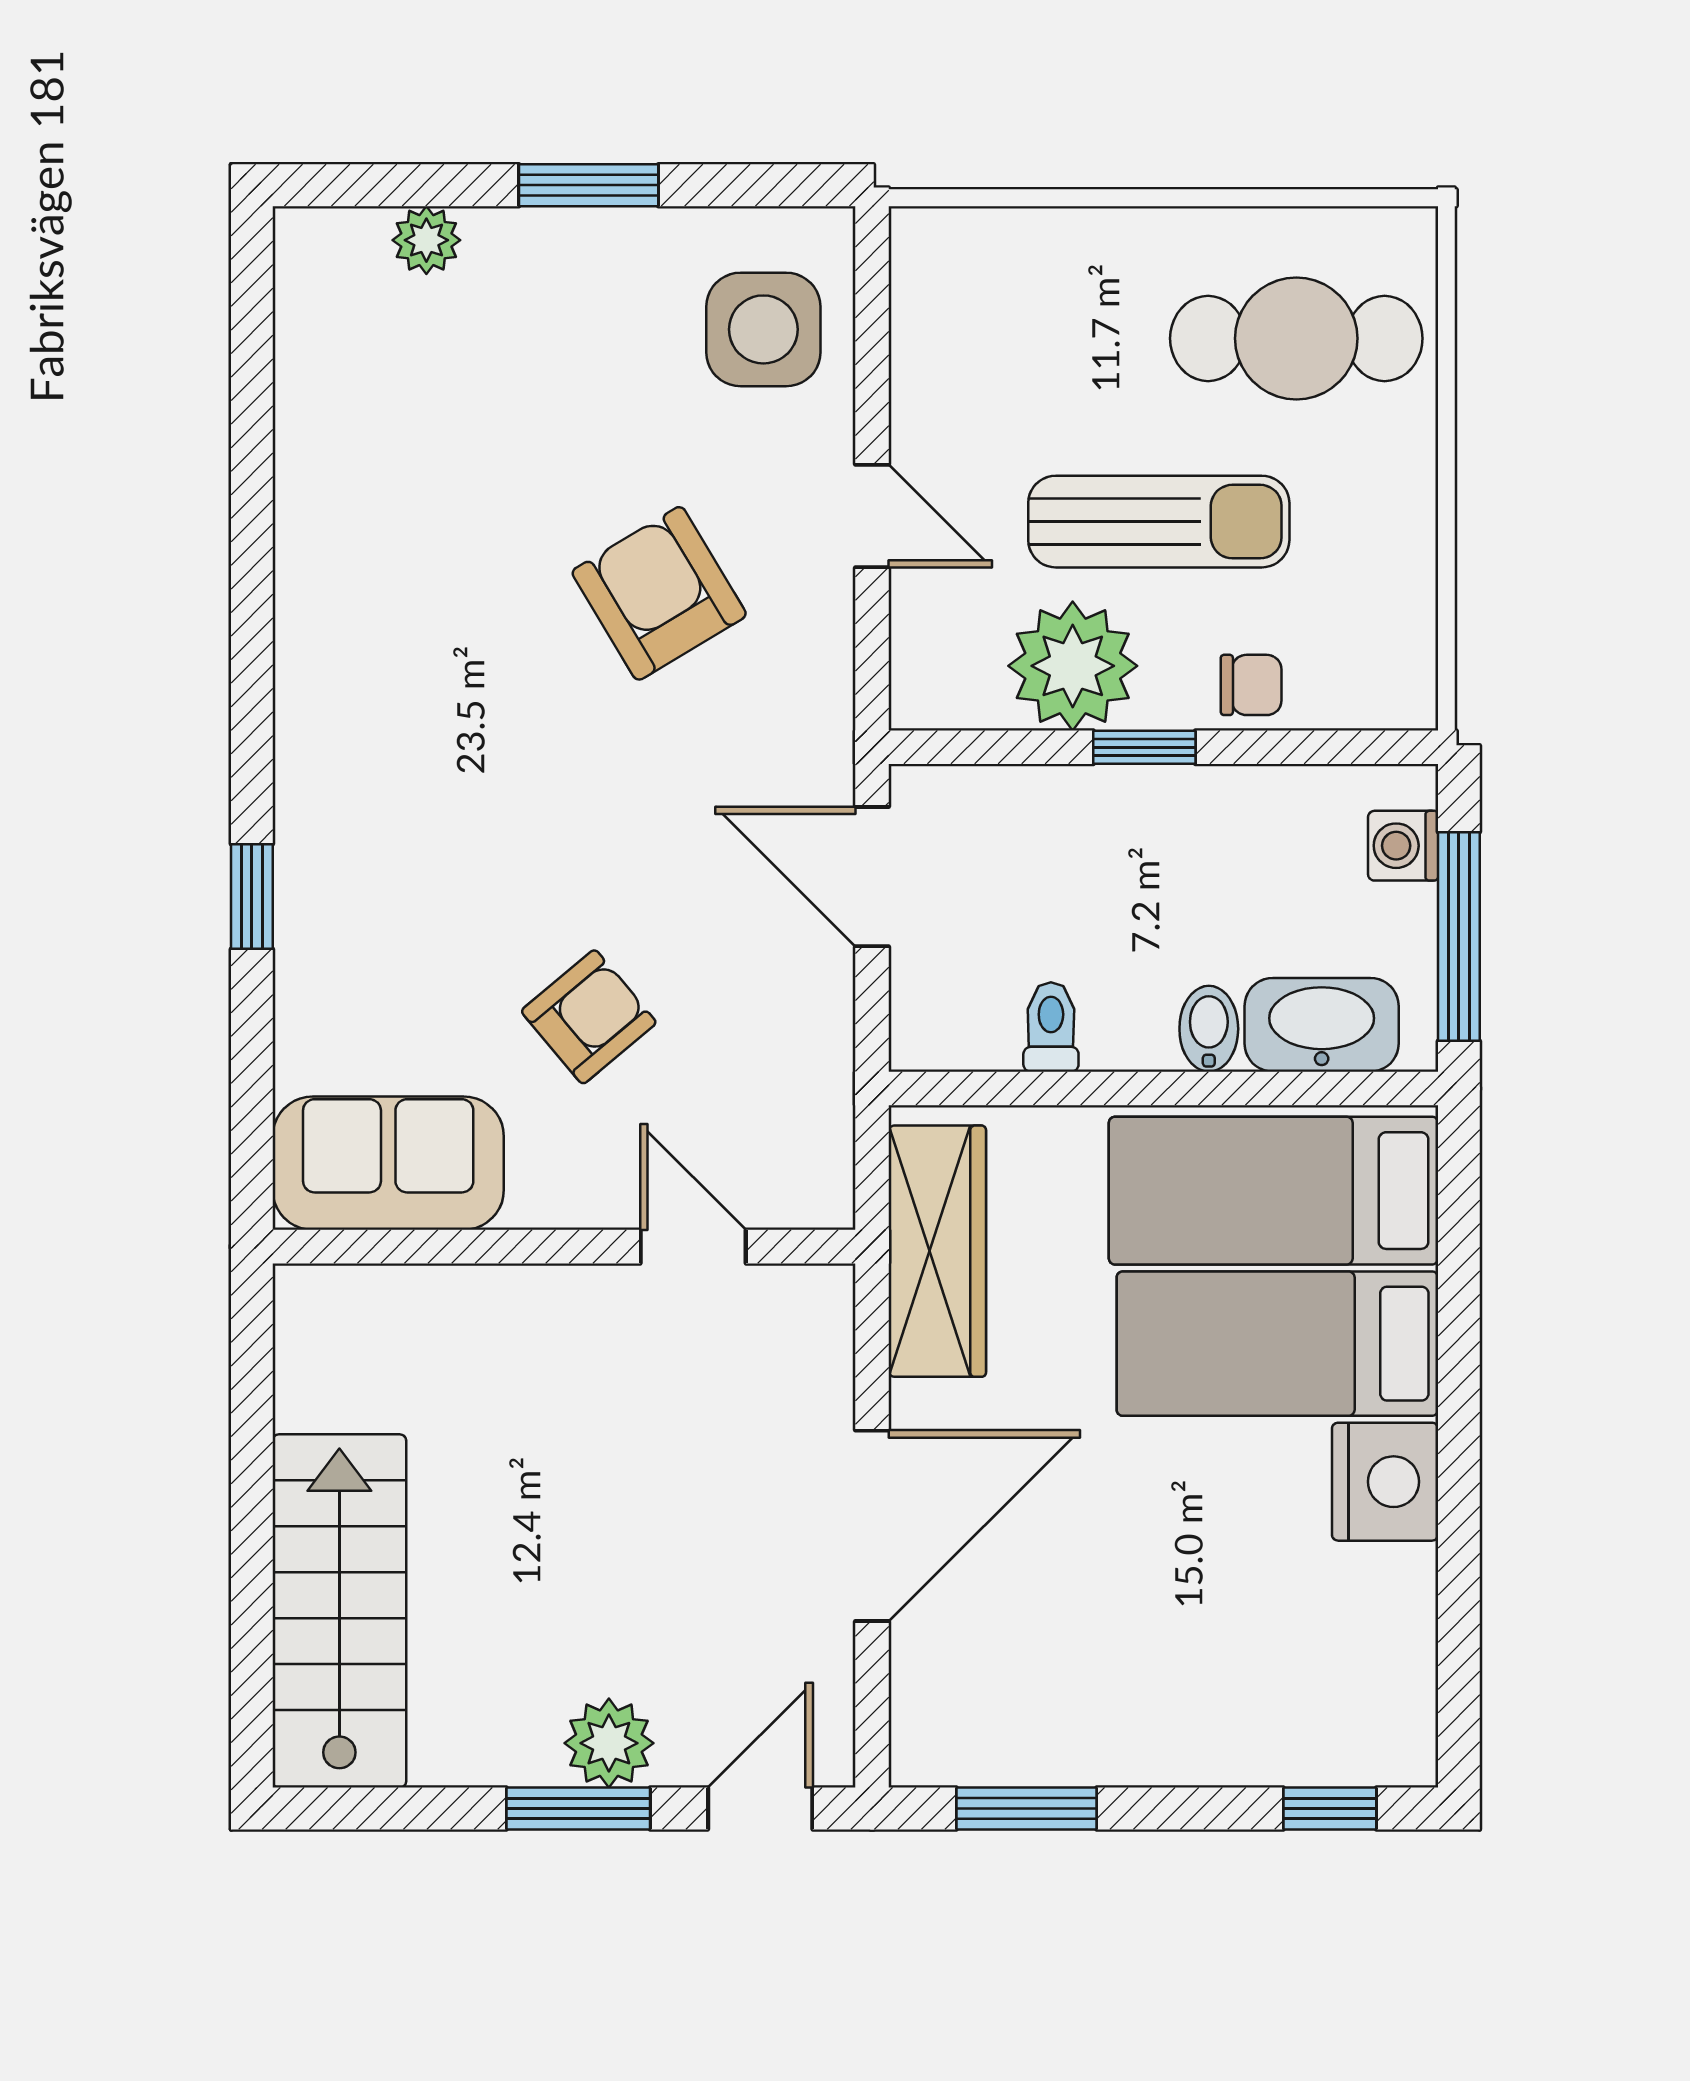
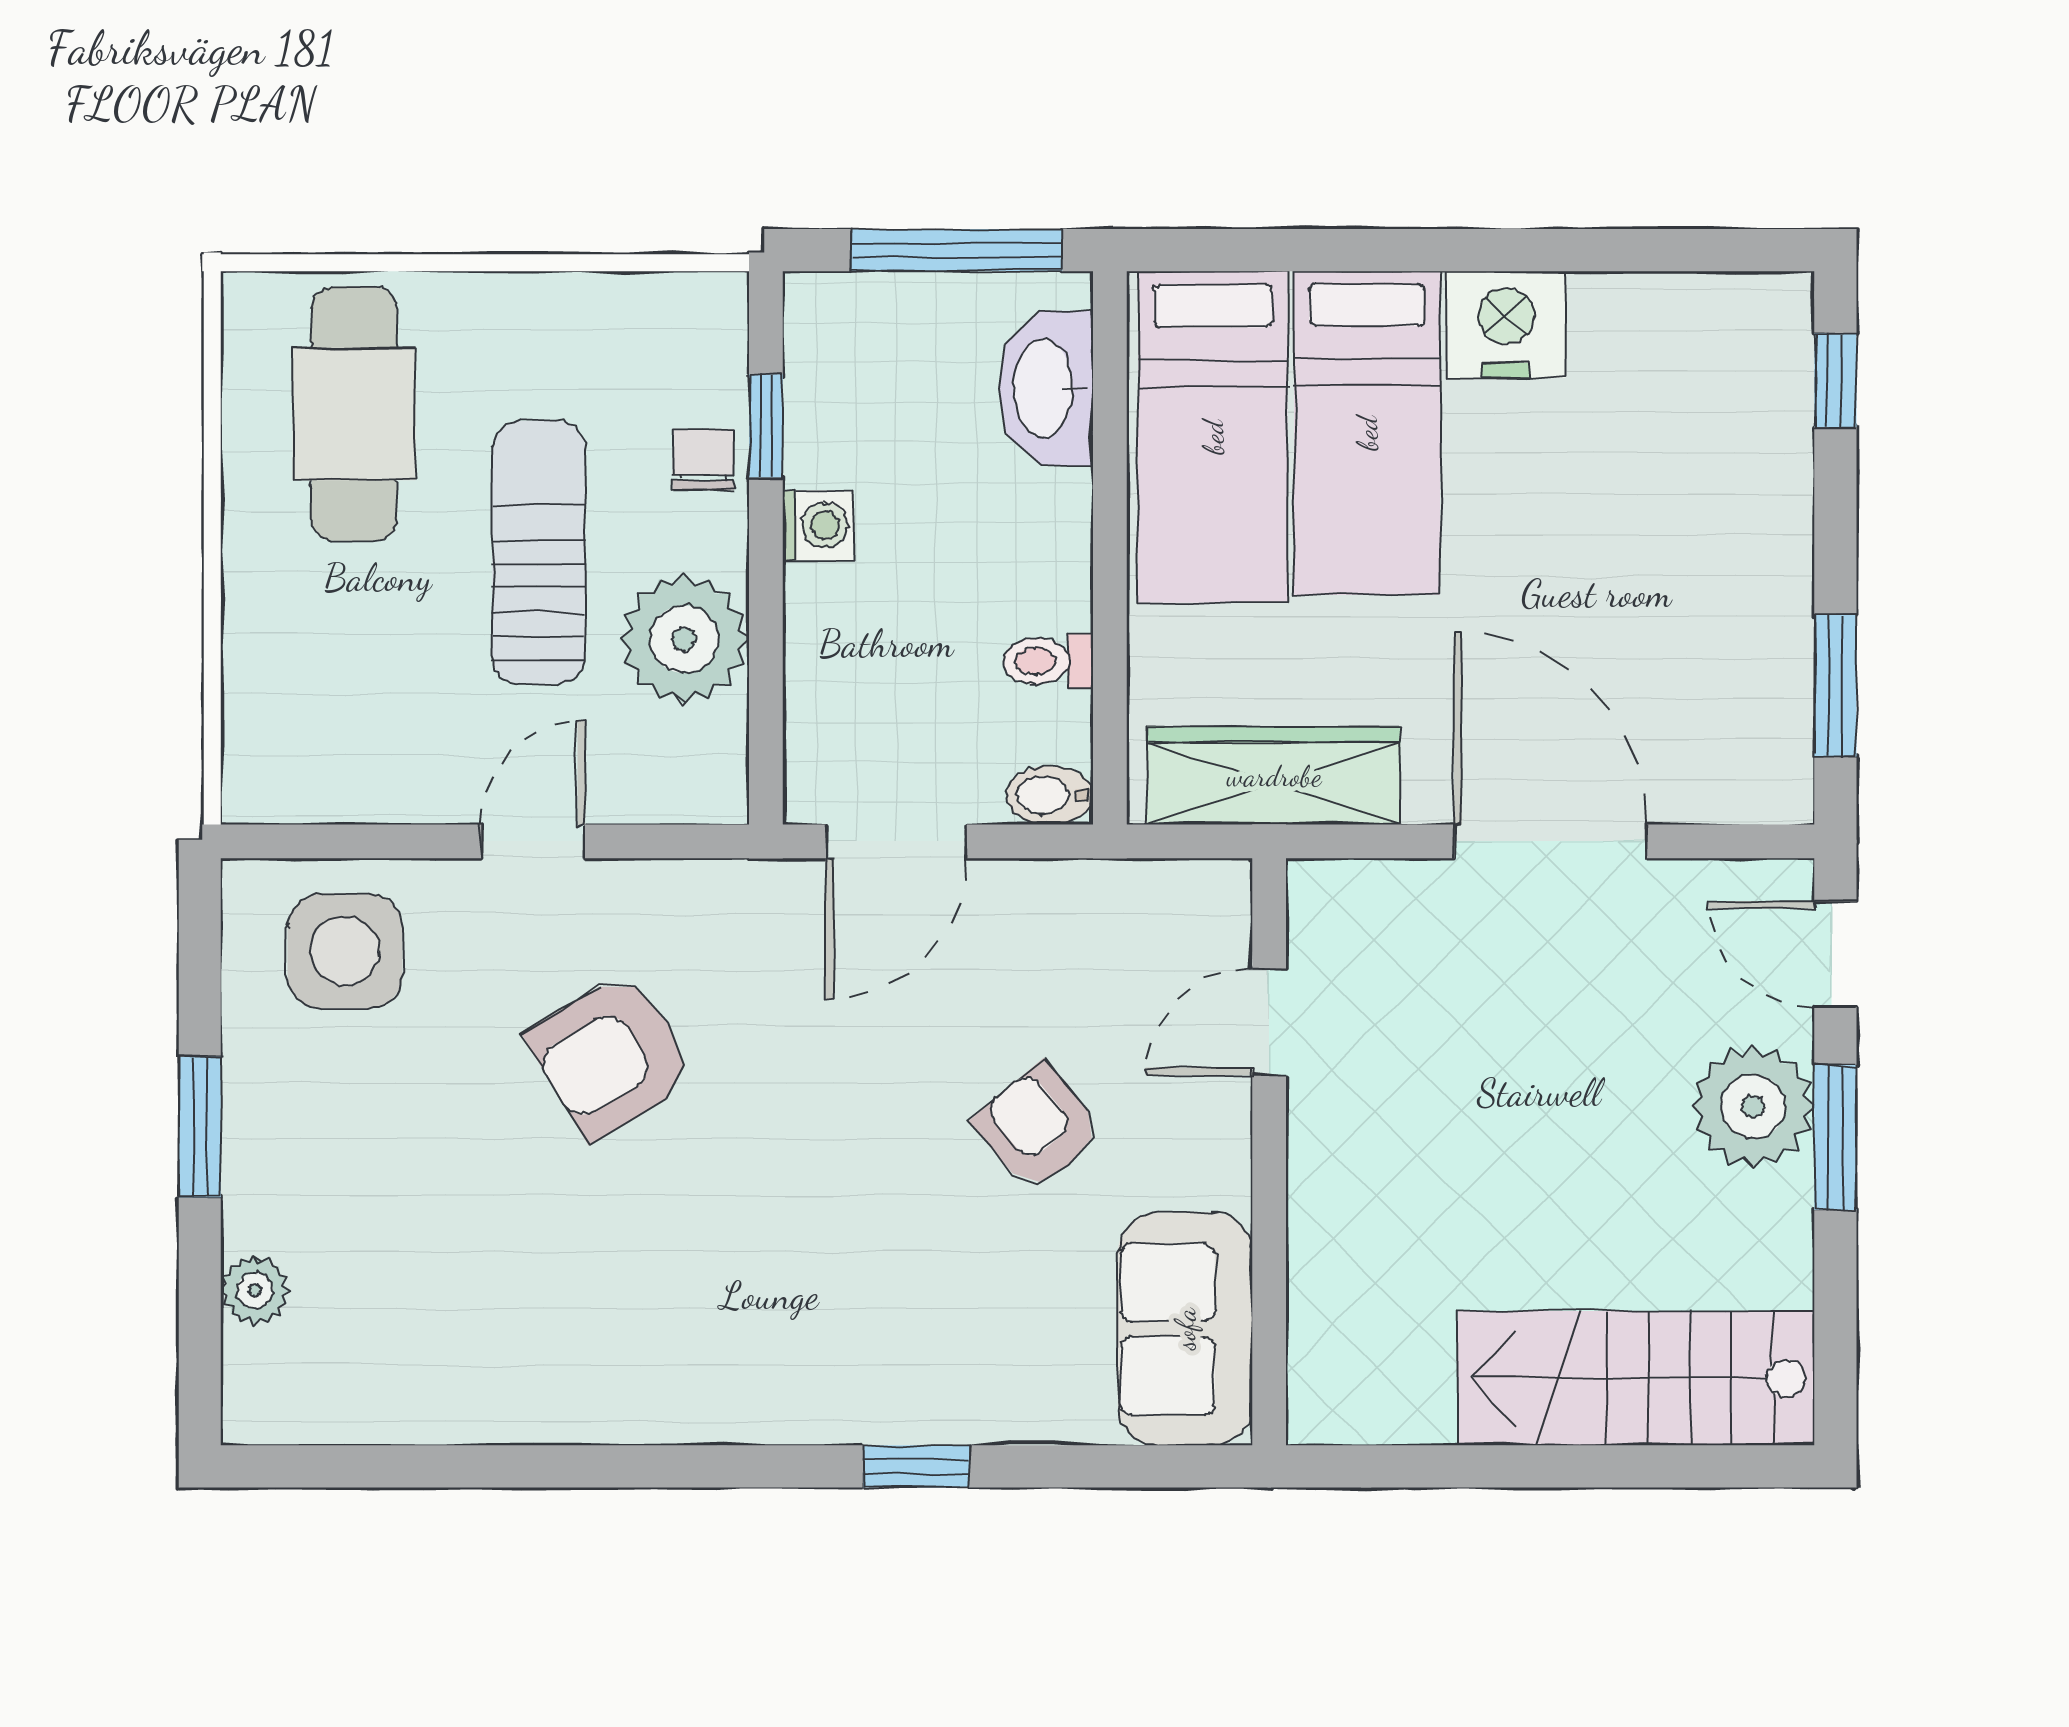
window: (1144, 747) -> (766, 426), moved
washing machine: (1403, 846) -> (818, 525), moved, turned -90
bidet: (1209, 1029) -> (1050, 795), moved
plant: (609, 1743) -> (1753, 1107), width x1.36, depth x1.36

